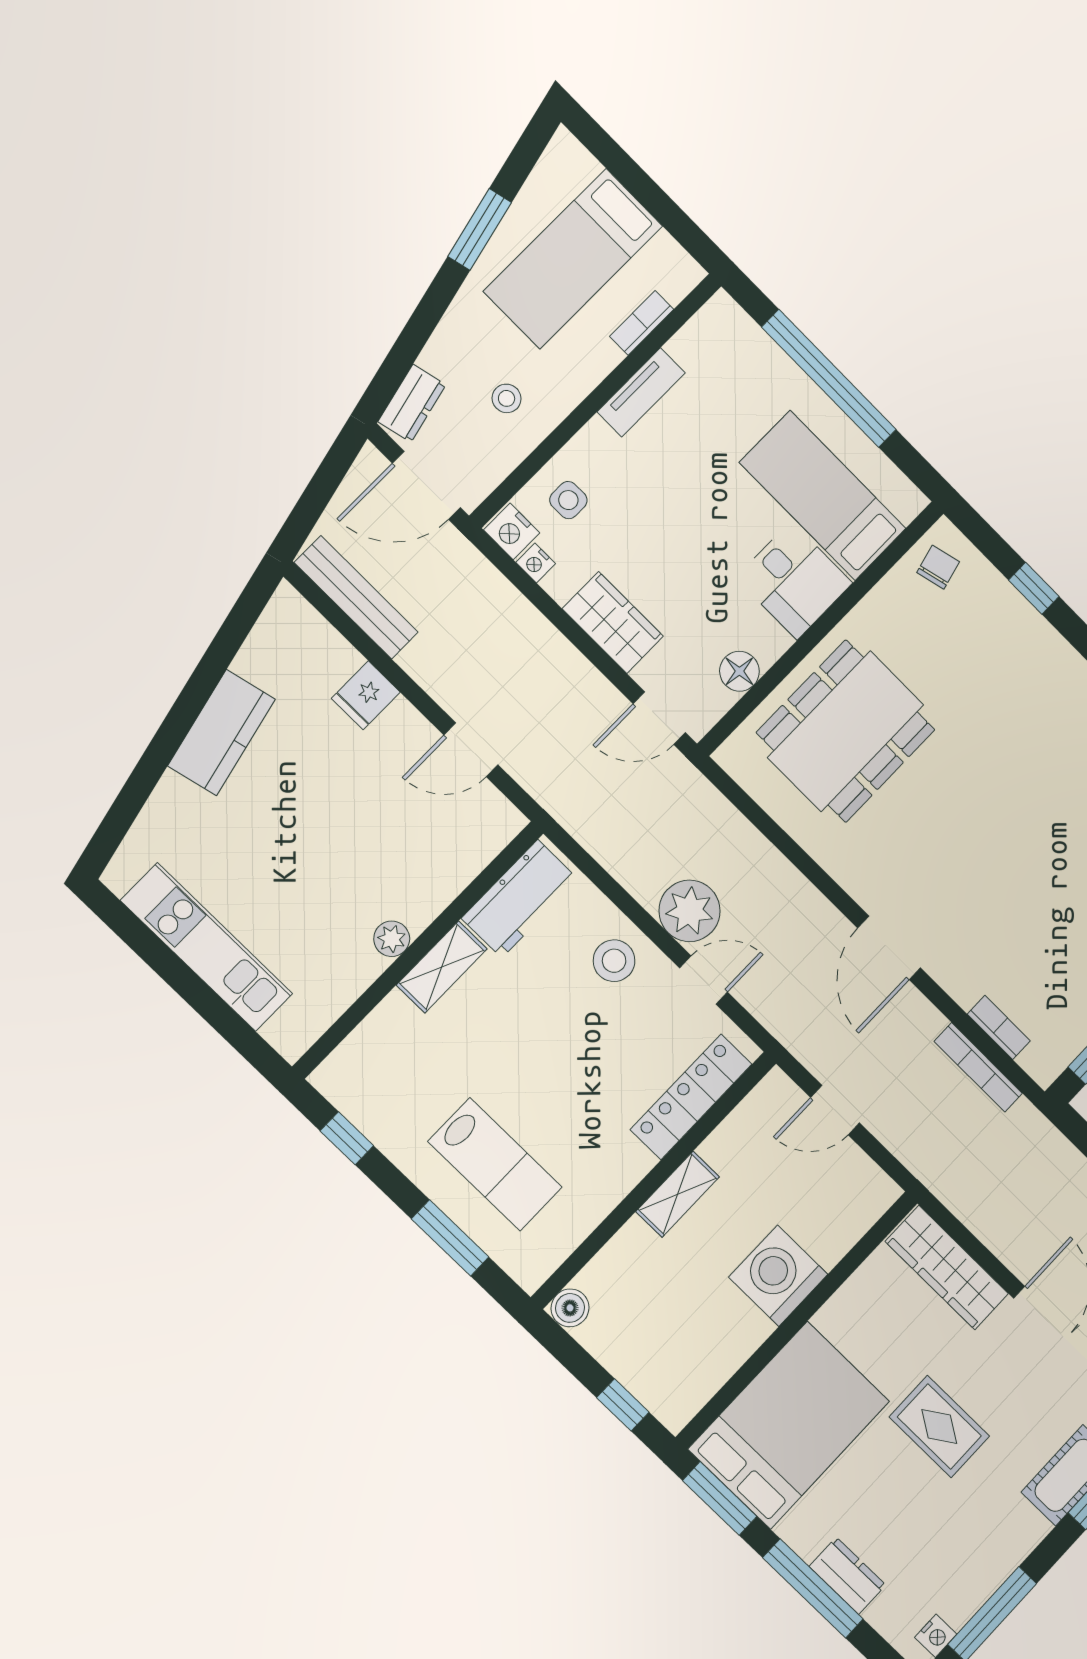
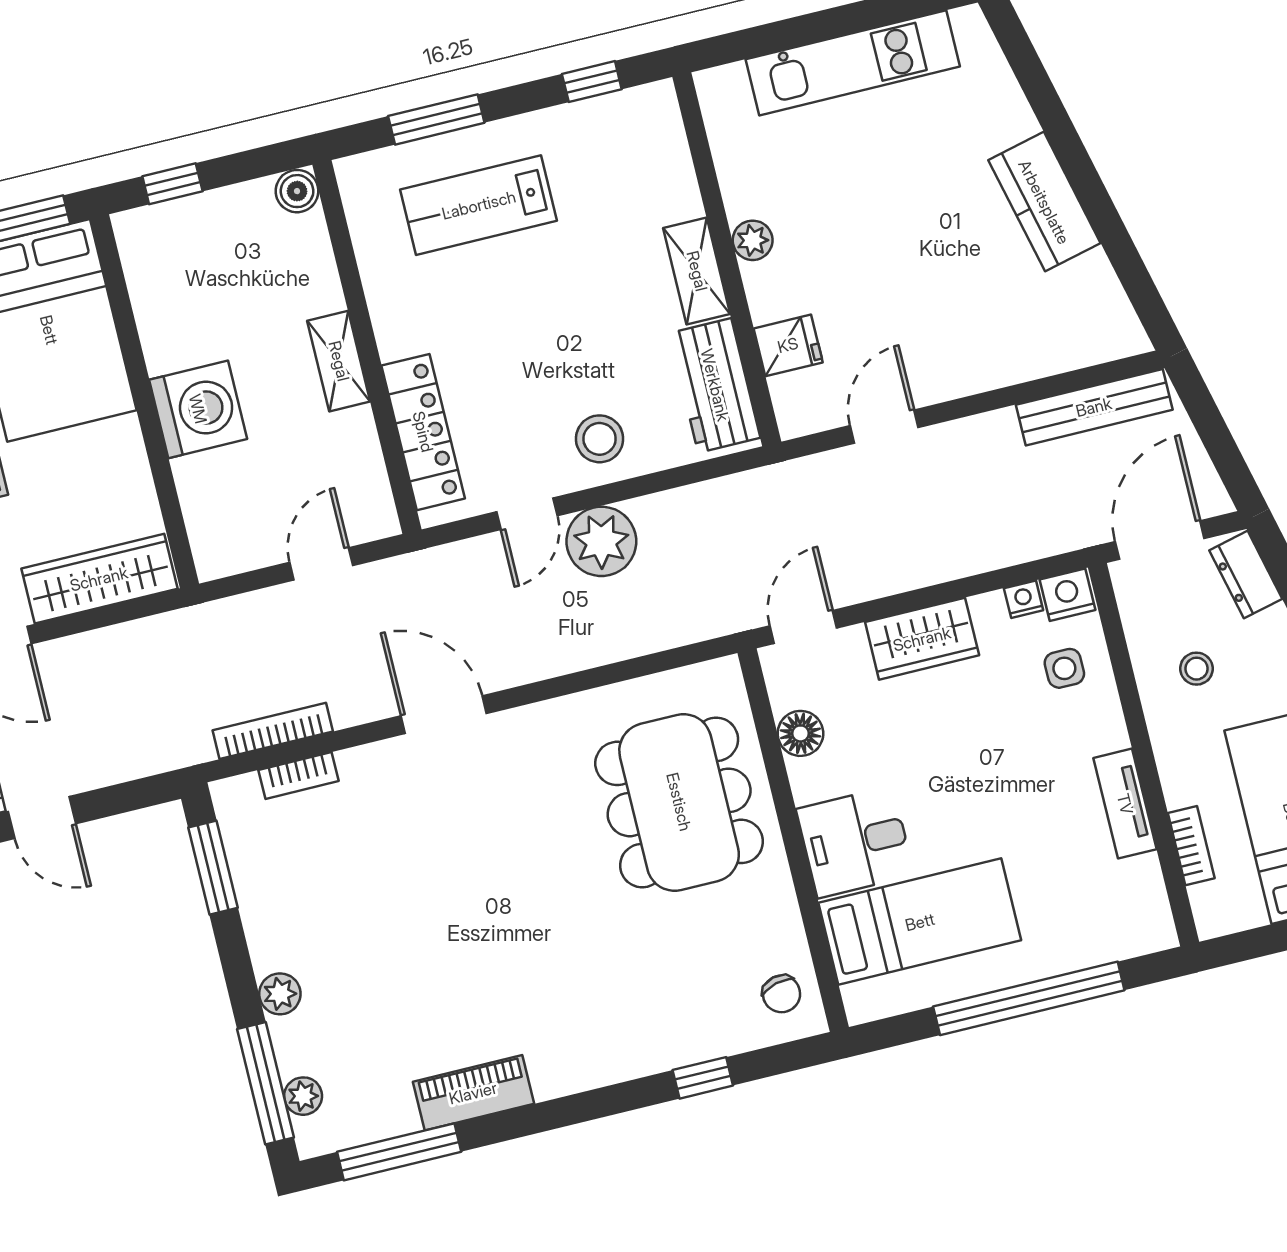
fridge: (366, 695) -> (788, 345), moved, turned 90

